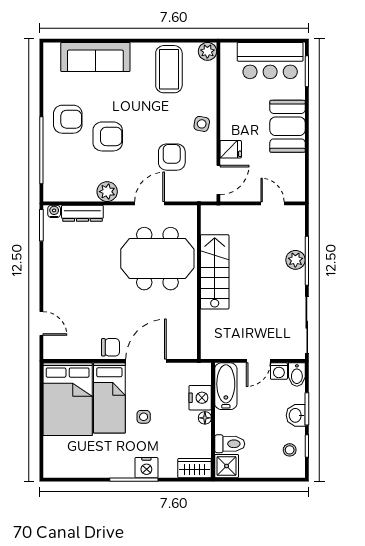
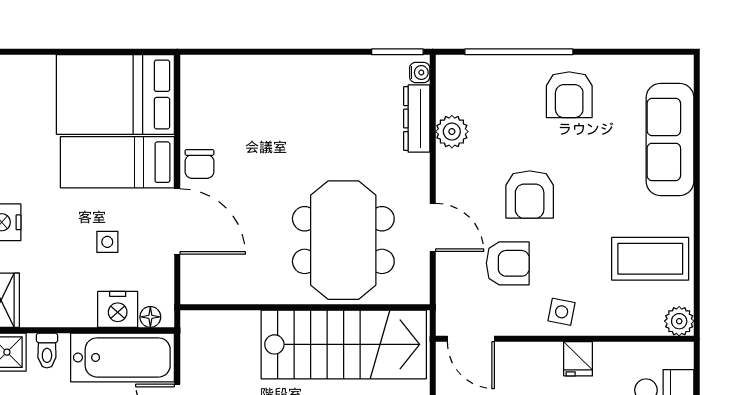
armchair: (108, 136) -> (530, 195), moved
fridge: (231, 149) -> (578, 359), moved
plant: (107, 192) -> (452, 132), moved
stairs: (215, 272) -> (344, 344), width x1.36, depth x1.51
door: (41, 323) -> (238, 52), removed
bathtub: (226, 386) -> (123, 357), width x1.36, depth x1.36
side table: (144, 417) -> (107, 242), moved
floor lamp: (205, 418) -> (150, 317), moved
toilet: (230, 444) -> (47, 350), width x0.73, depth x0.72

